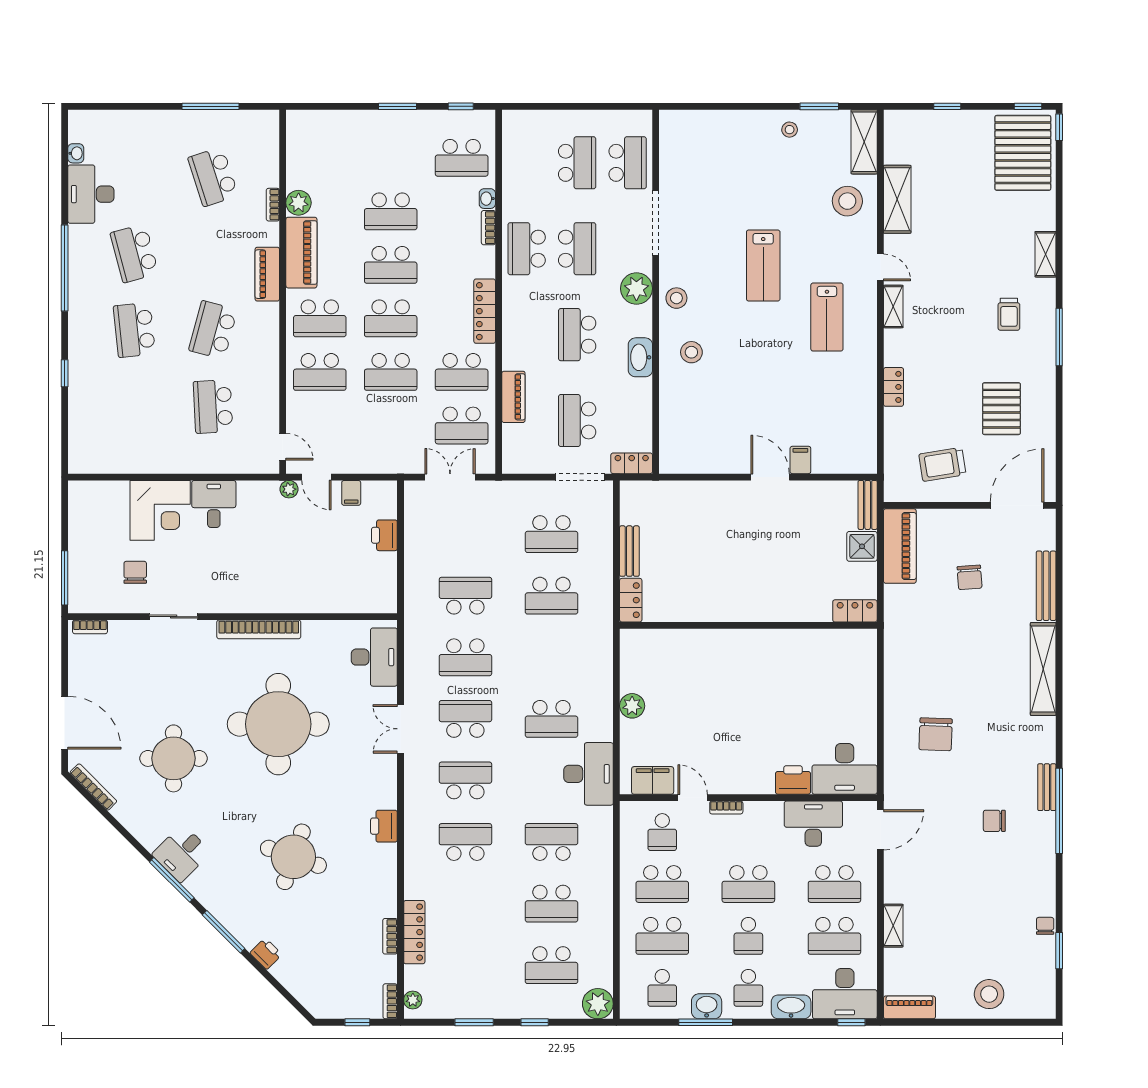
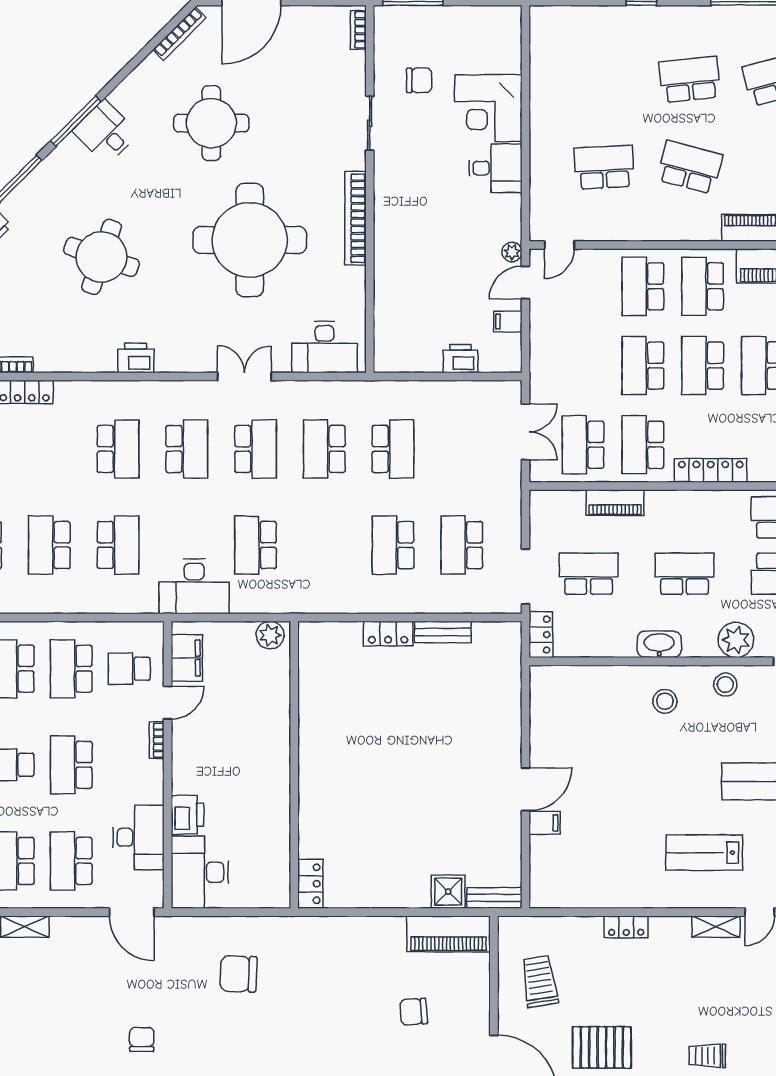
locker: (855, 611) -> (310, 884), moved
wall: (748, 625) -> (294, 765), moved

